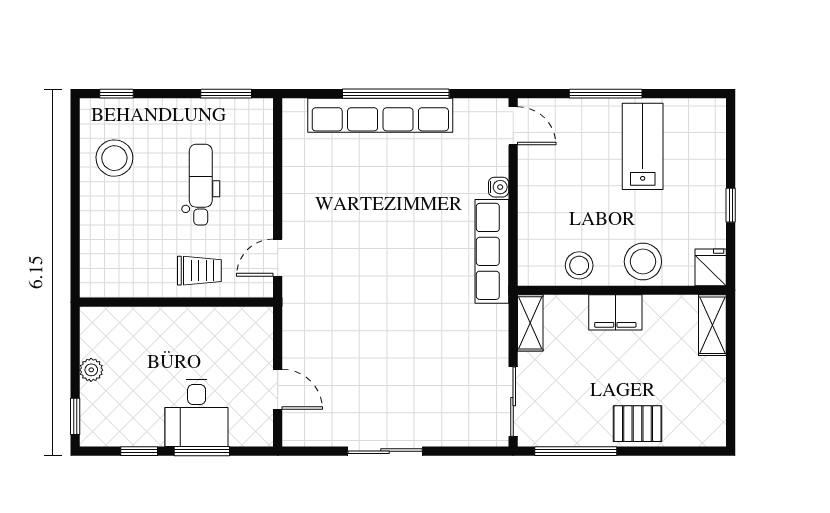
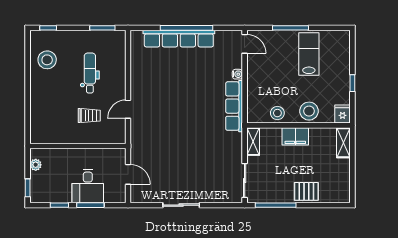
wall: (176, 302) -> (78, 146), moved

